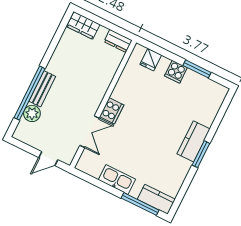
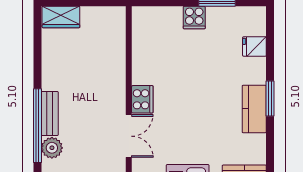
dresser: (118, 41) -> (110, 15), removed
fridge: (151, 60) -> (254, 46), moved, turned 90
kitchen counter: (194, 141) -> (254, 109), moved

